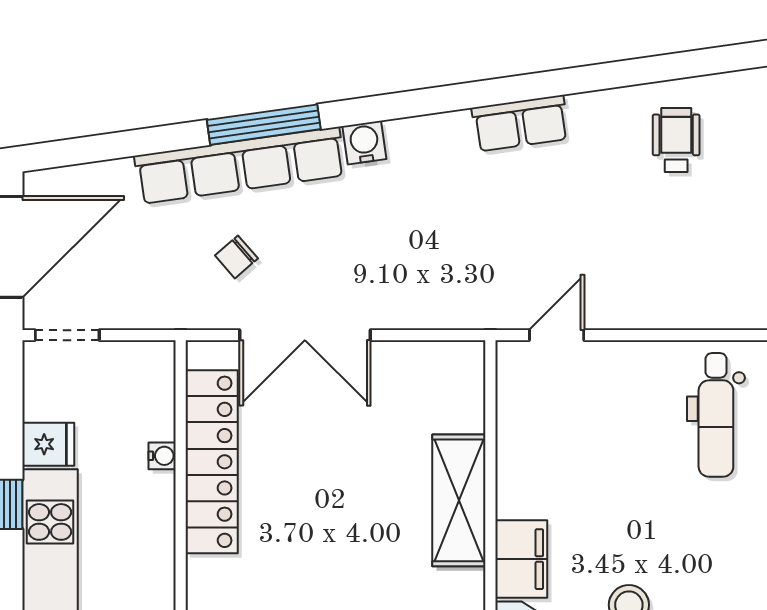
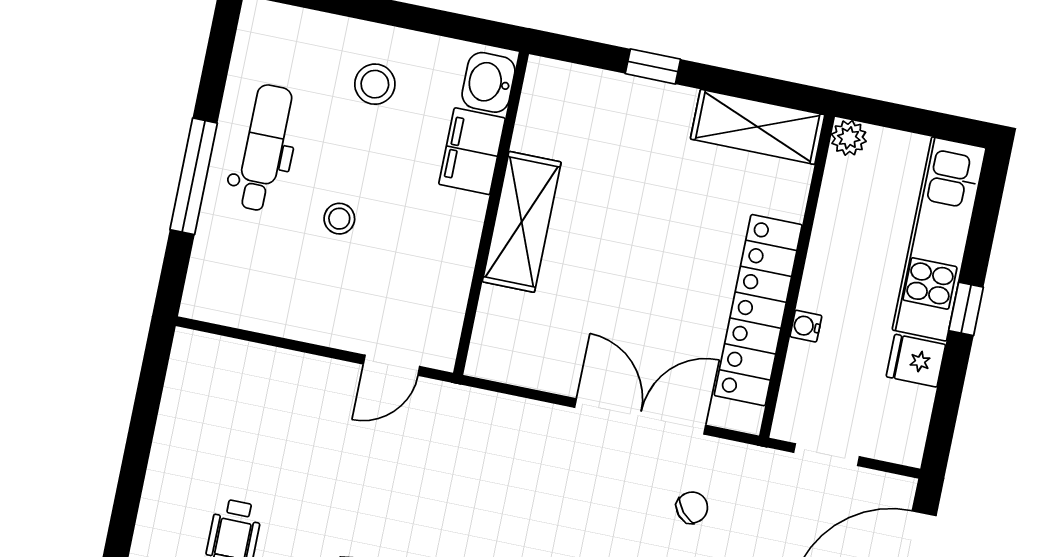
doorway: (67, 335) -> (827, 455), moved
dental chair: (716, 415) -> (264, 148), moved
stool: (637, 467) -> (339, 219), added

